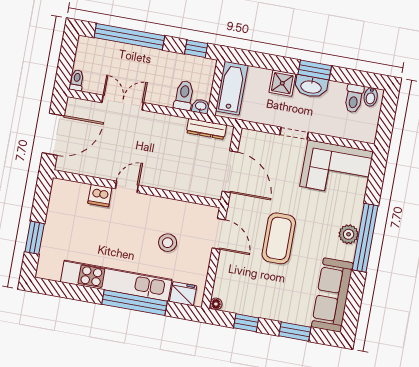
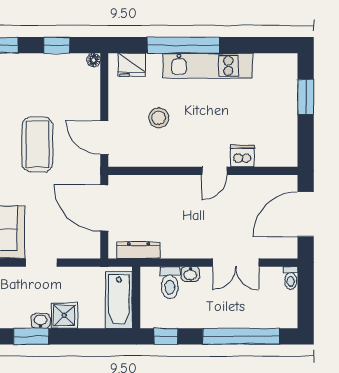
washbasin: (311, 86) -> (40, 321), width x0.52, depth x0.69
washbasin: (201, 106) -> (190, 274), moved
kitchen unit: (116, 281) -> (208, 66), width x0.73

